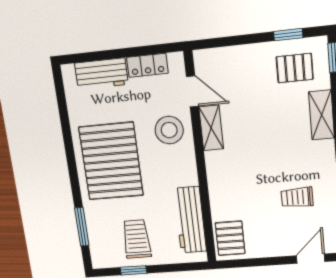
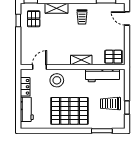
shelving: (211, 128) -> (81, 60), moved
trolley: (297, 197) -> (82, 17), moved

